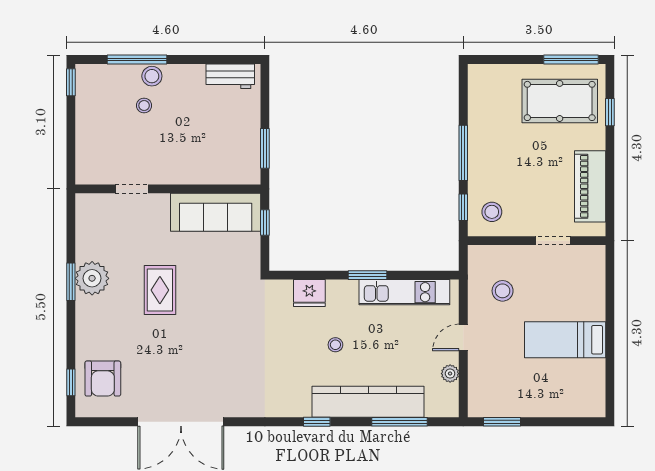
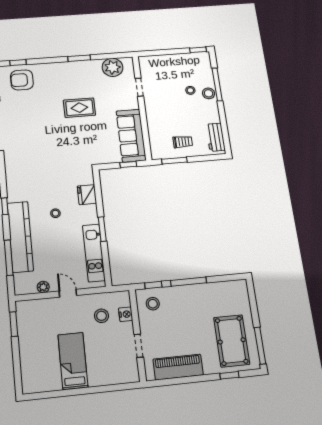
trolley: (234, 131) -> (183, 142), added
nightstand: (504, 255) -> (126, 314), added
plant: (92, 278) -> (113, 67), moved

